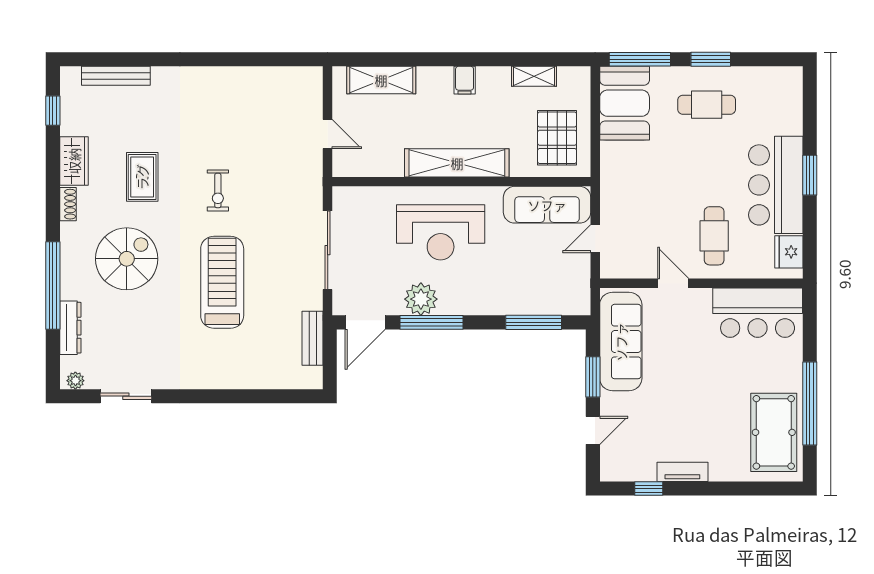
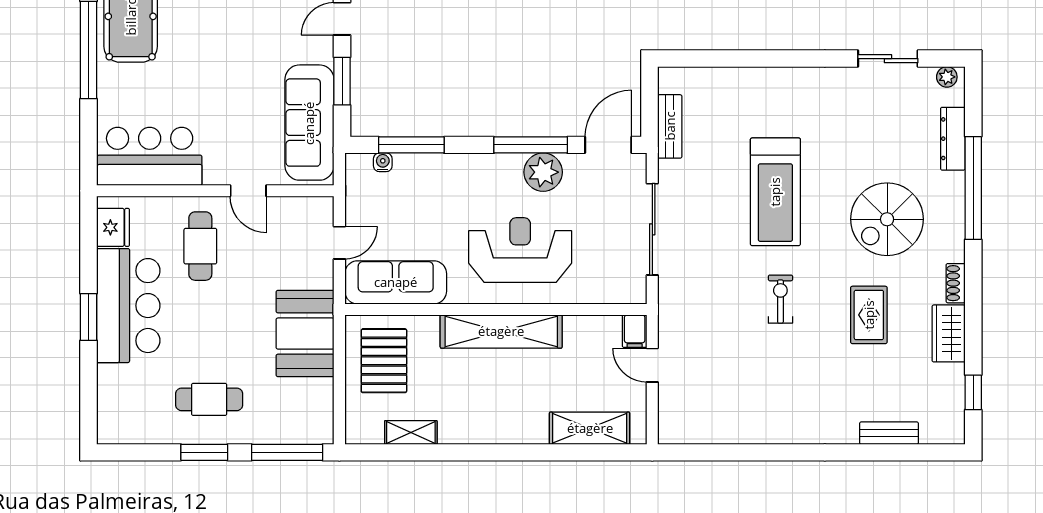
bench: (116, 76) -> (889, 433), width x0.73
filing cabinet: (465, 80) -> (635, 331), moved, turned 180
booth: (625, 103) -> (305, 334), moved
water cooler: (558, 308) -> (383, 162), added

